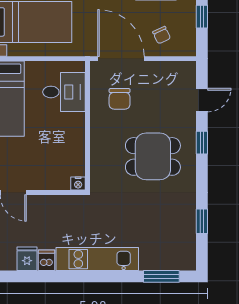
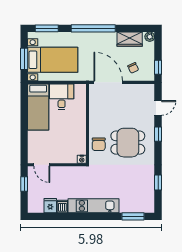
window: (202, 17) -> (158, 67), moved
desk: (64, 92) -> (62, 97), moved, turned -90
chair: (120, 99) -> (99, 144), moved

